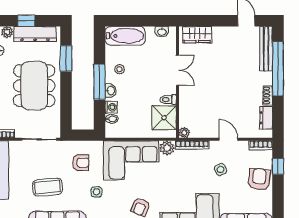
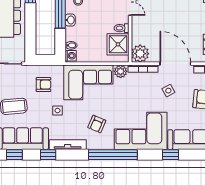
washing machine: (111, 107) -> (71, 56), moved
plant: (184, 133) -> (140, 54), width x1.88, depth x1.88
door: (228, 139) -> (175, 64), width x1.87

